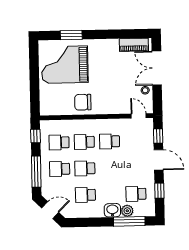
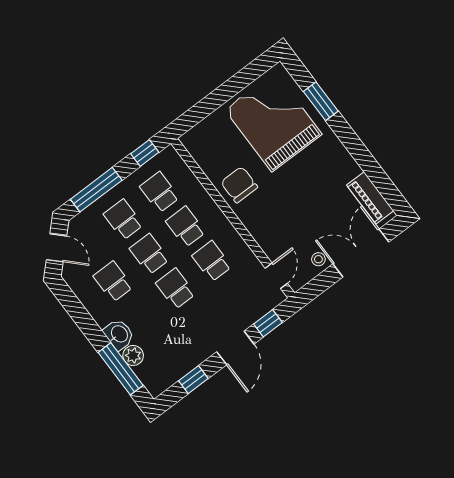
school desk: (136, 194) -> (175, 289), moved

